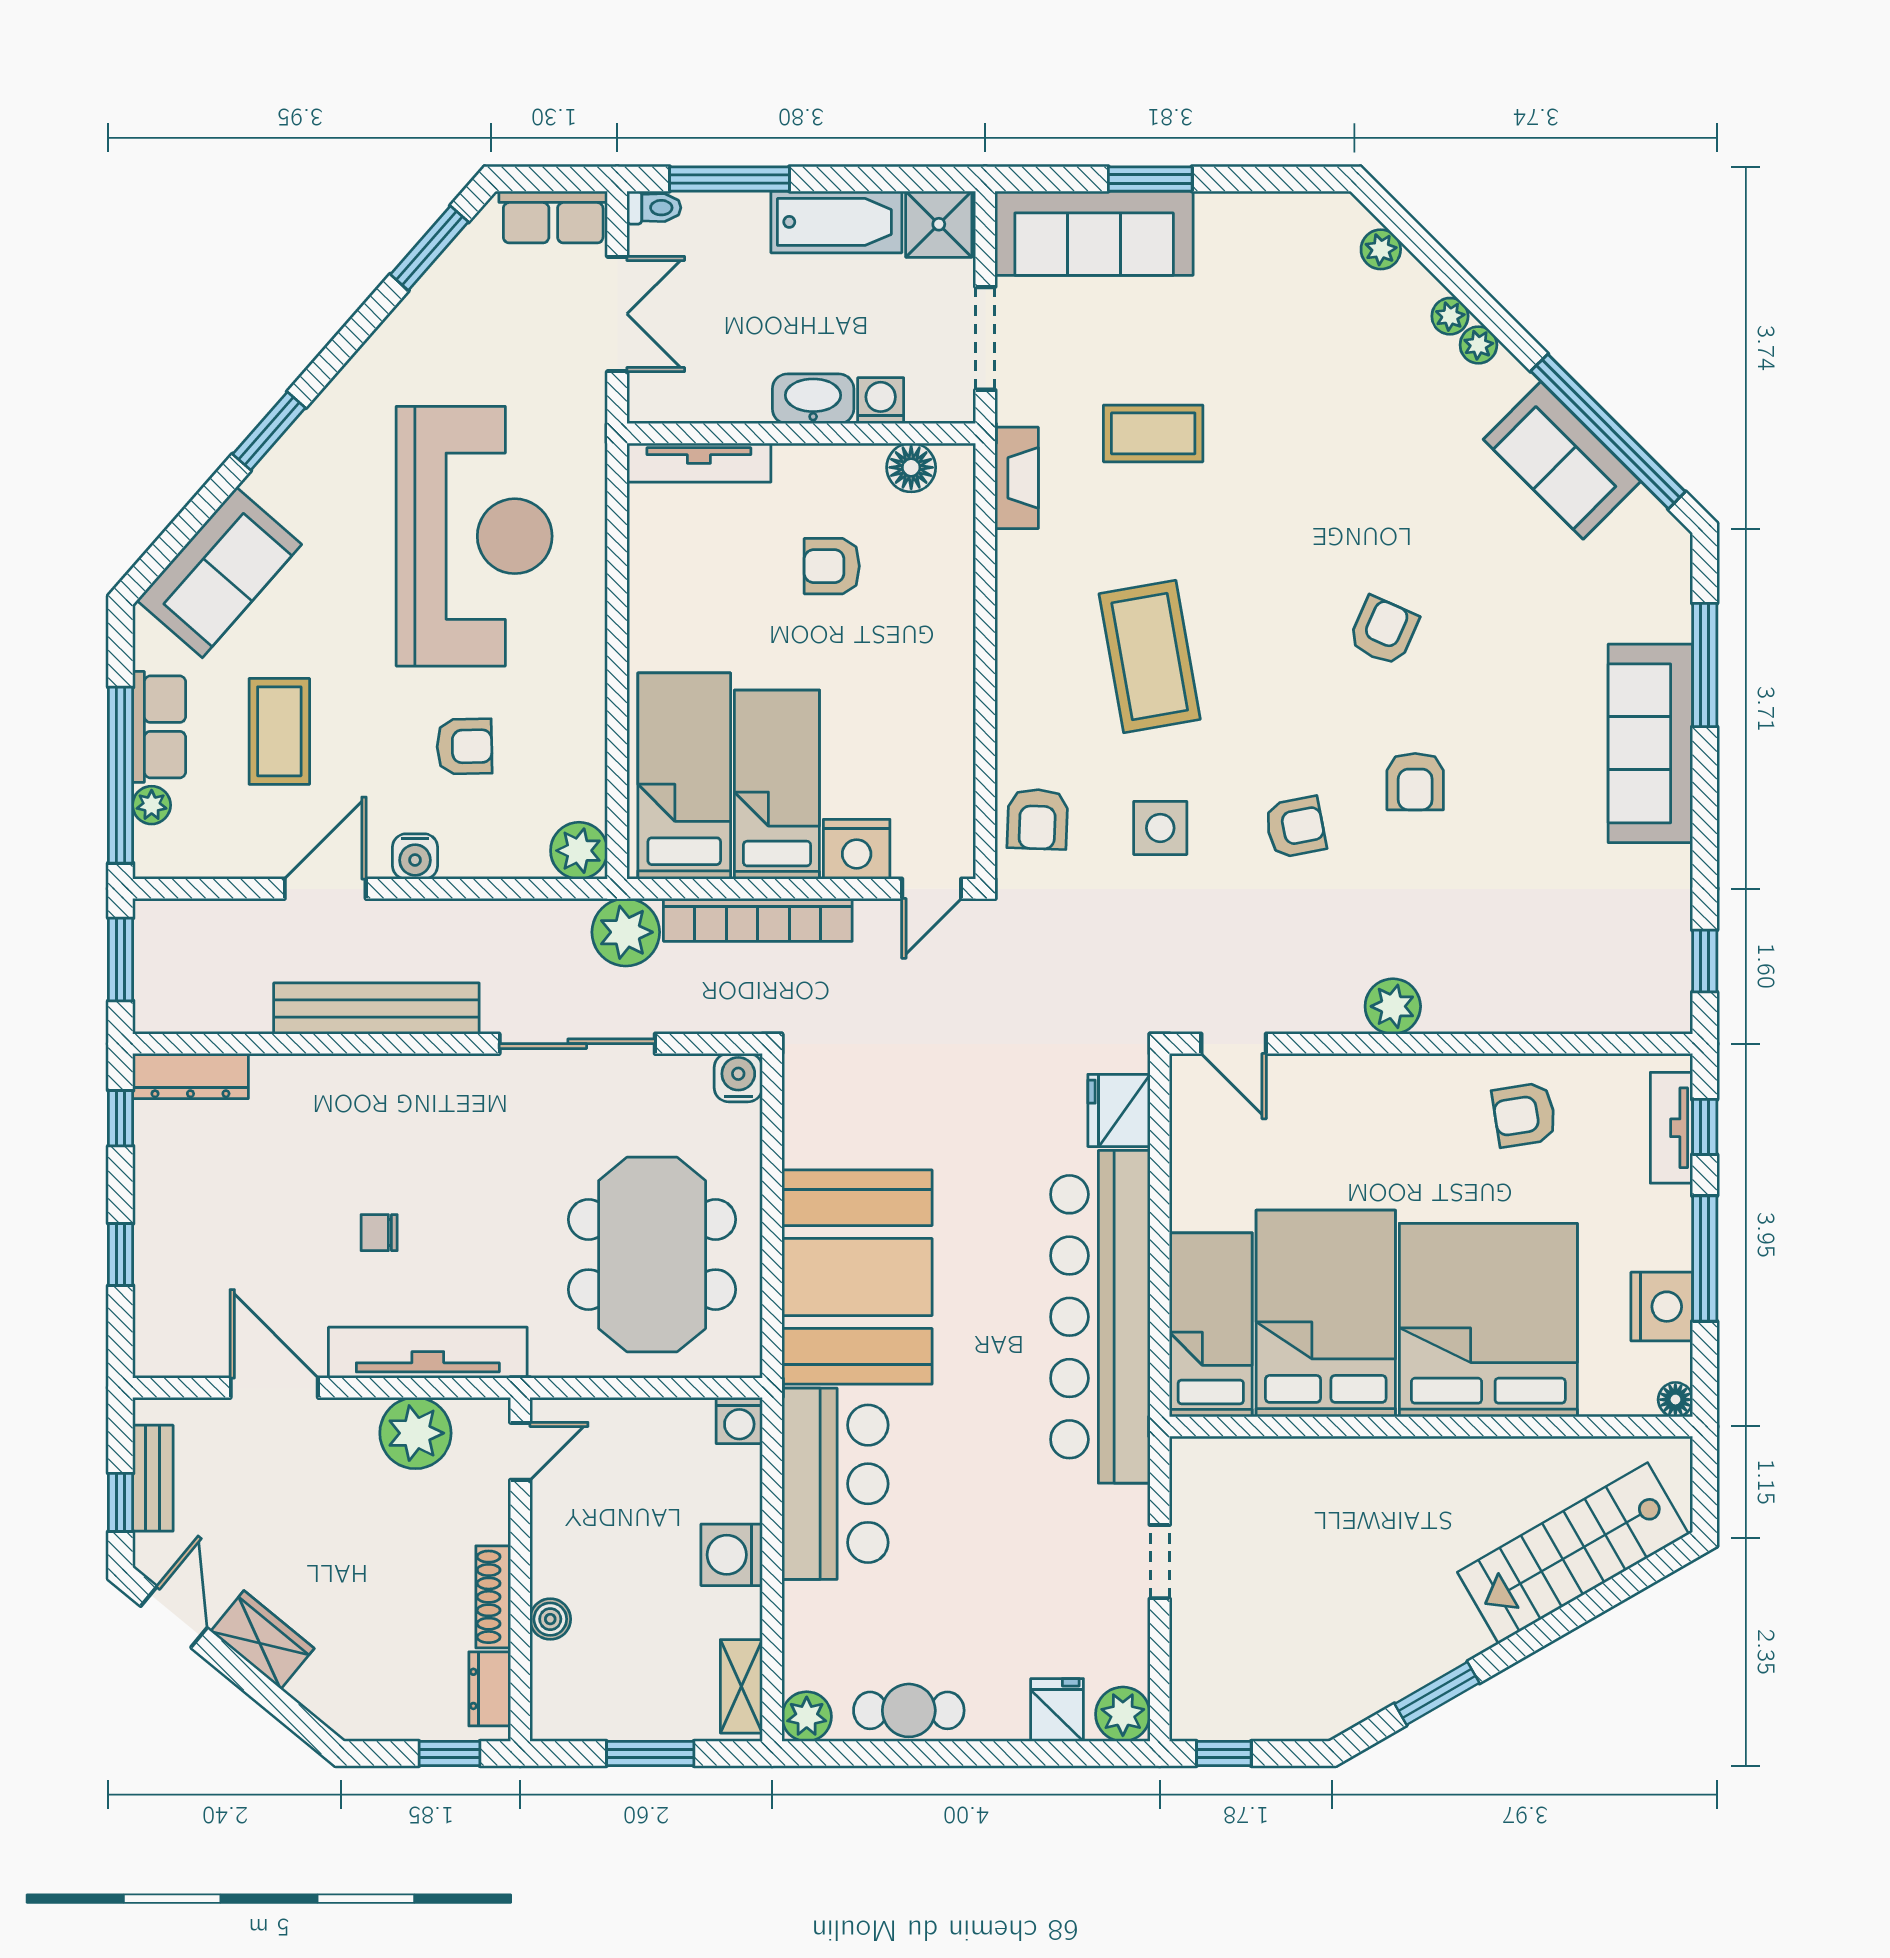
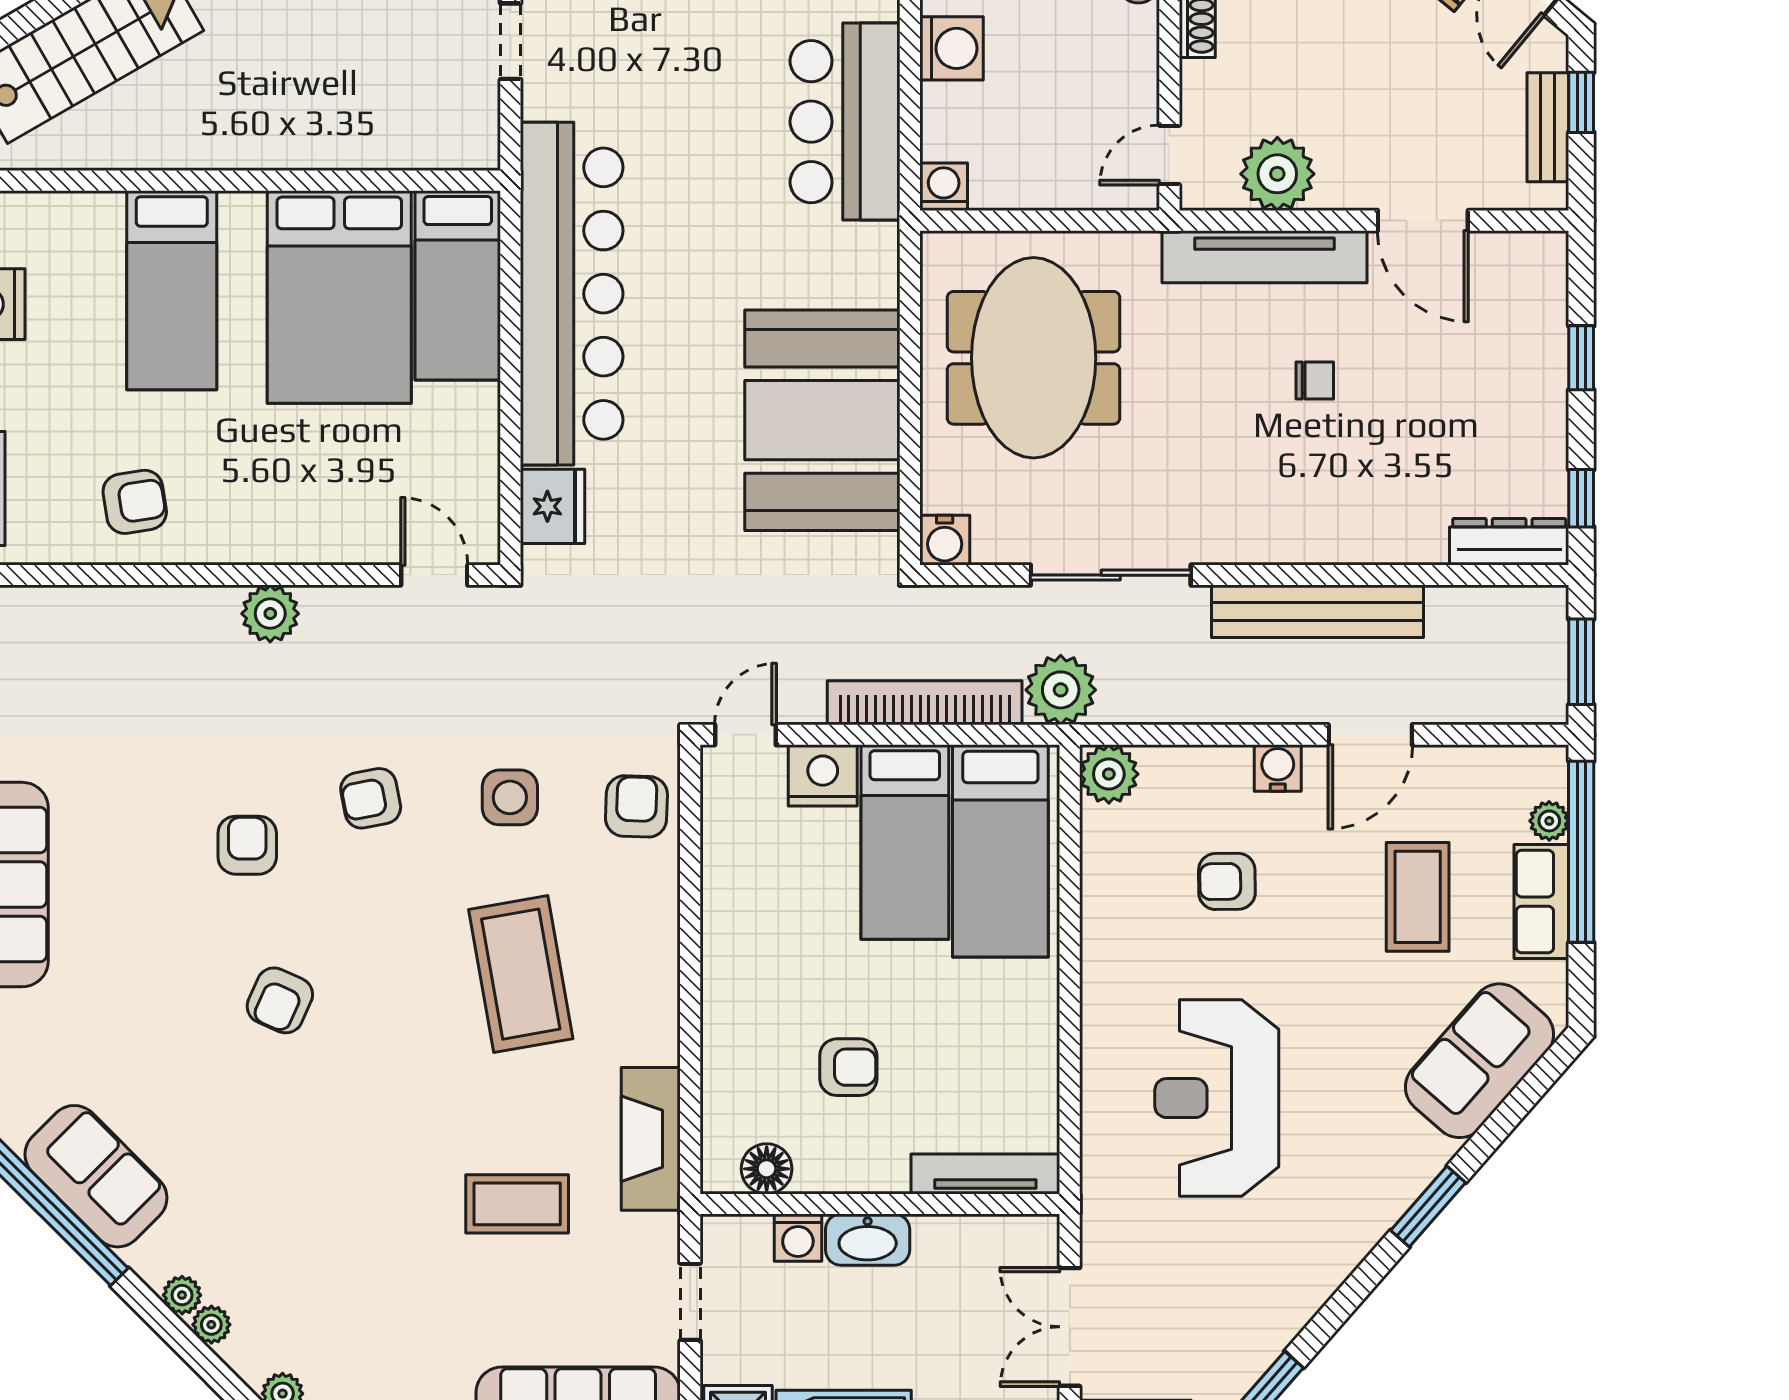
doorway: (985, 338) -> (690, 1302), width x0.73
fireplace: (1017, 478) -> (651, 1139), width x1.37, depth x1.32
reception desk: (474, 536) -> (1217, 1098), width x0.74, depth x0.77
booth: (857, 1277) -> (822, 420), moved
bed: (1488, 1320) -> (172, 290), width x0.49

